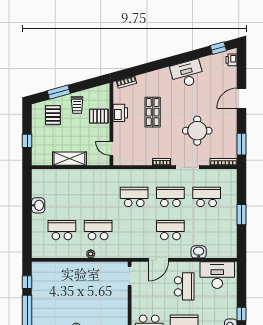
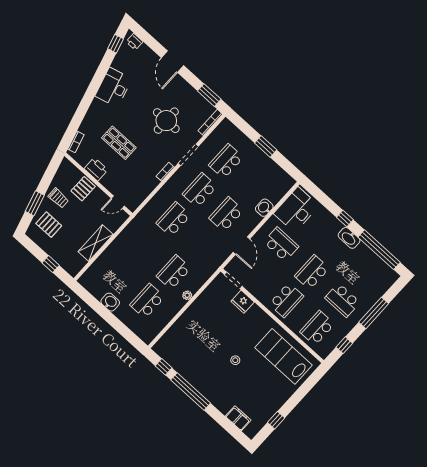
fridge: (121, 296) -> (243, 302), added

